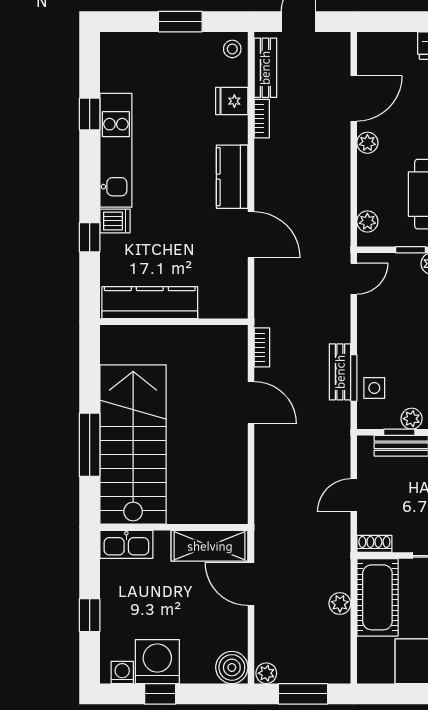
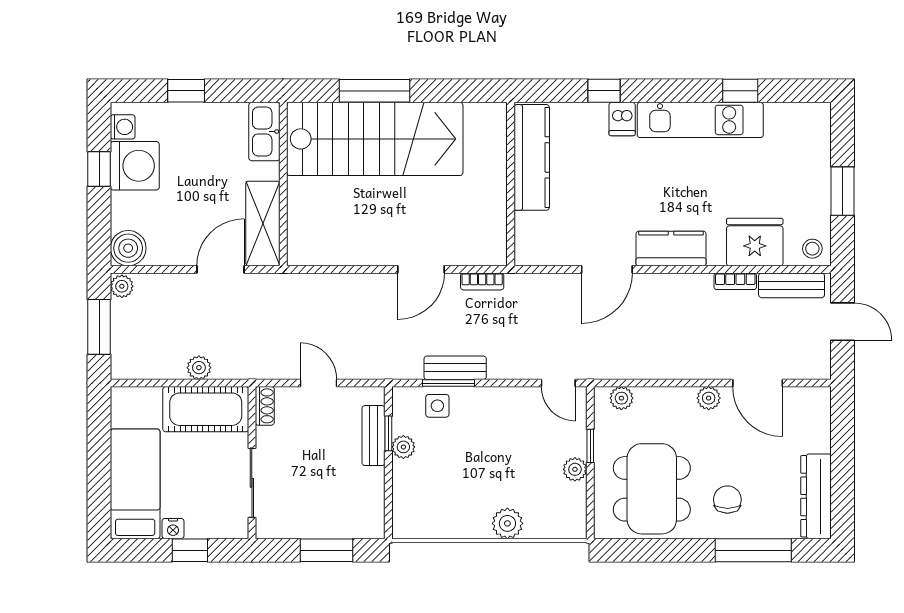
fridge: (232, 101) -> (755, 242), width x1.88, depth x1.34

